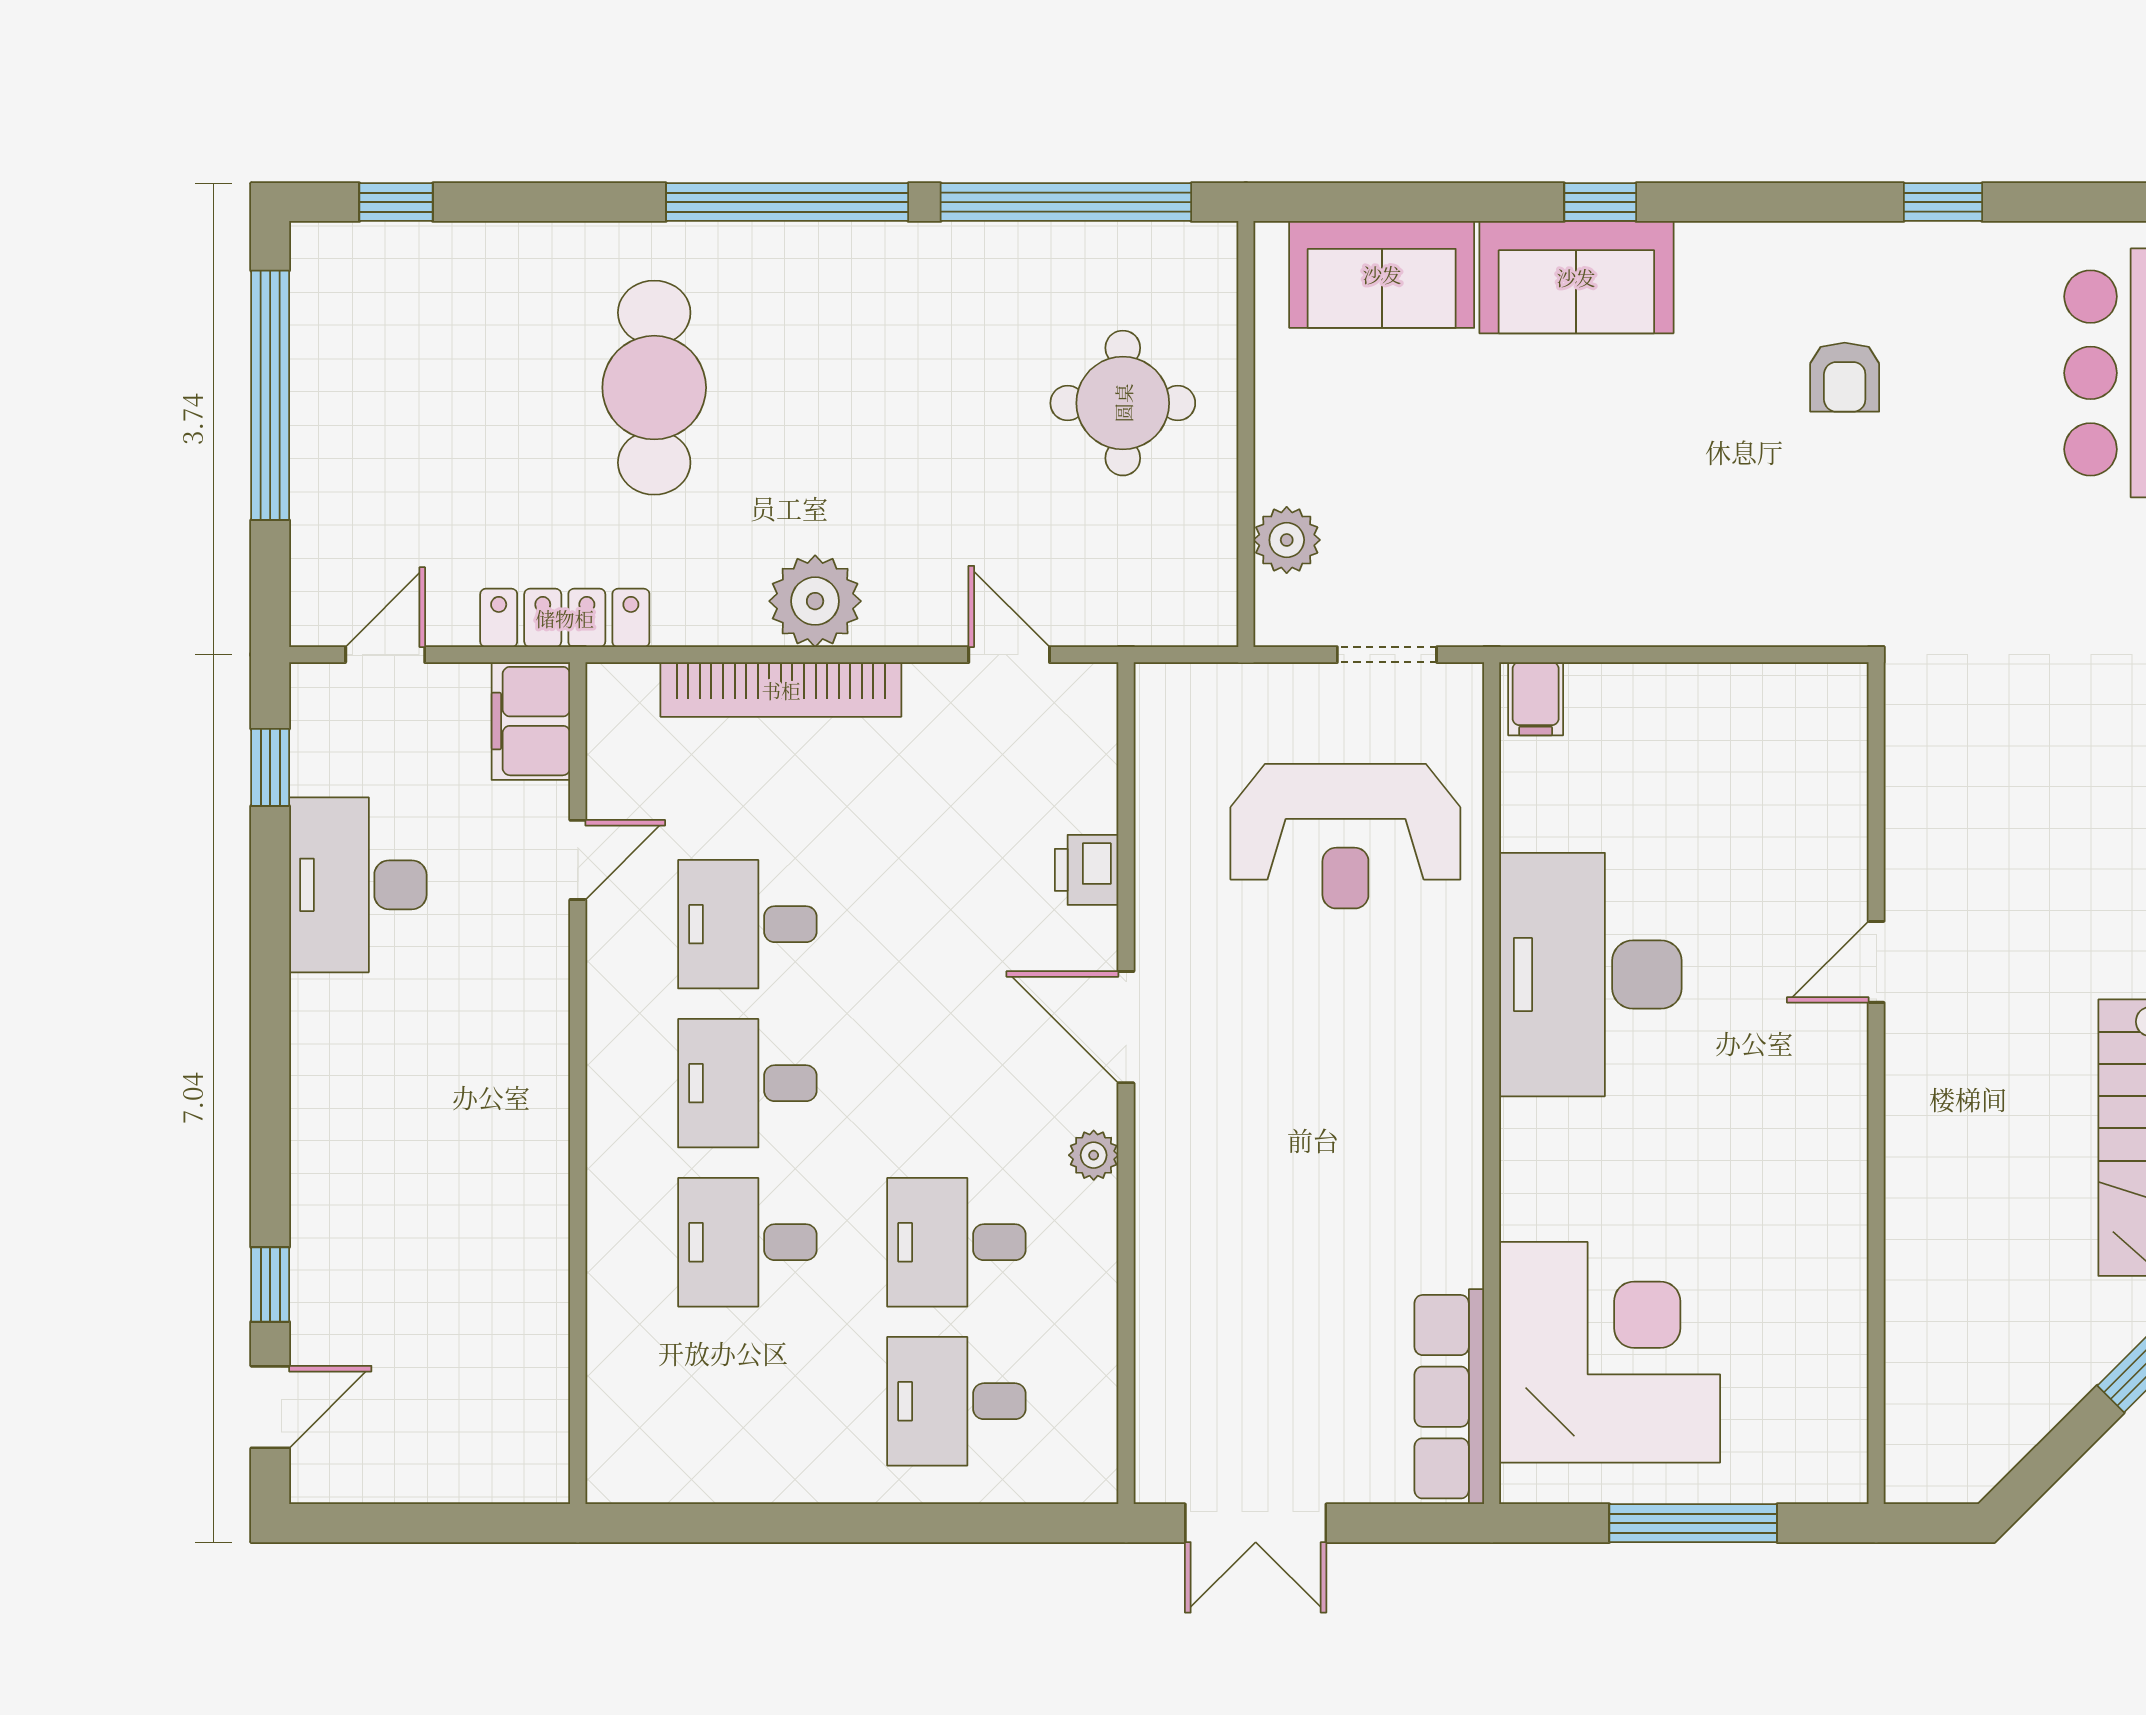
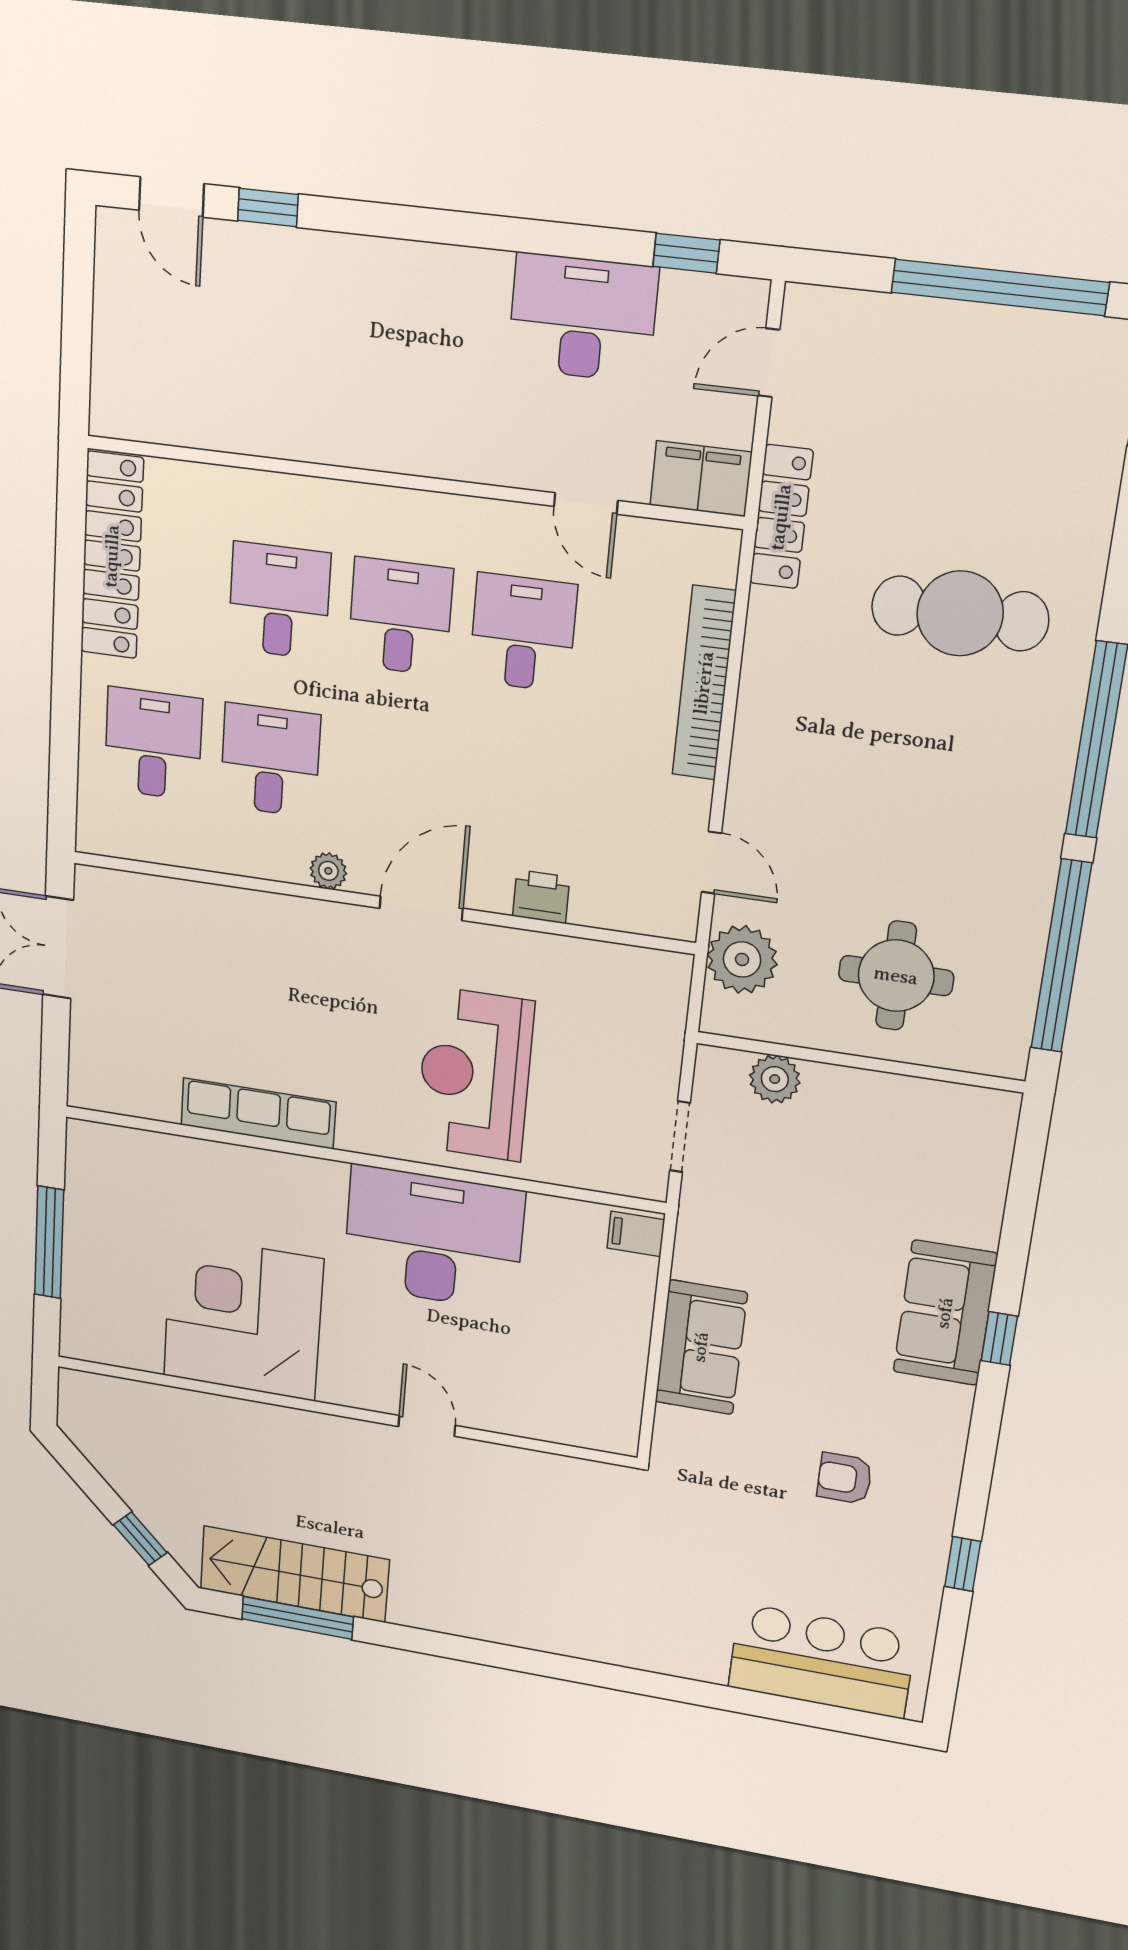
sofa: (1382, 274) -> (701, 1347), moved, turned 180
plant: (815, 601) -> (742, 959), moved
door: (385, 655) -> (769, 363), swing flipped
door: (1009, 655) -> (711, 863), hinge flipped
reception desk: (1345, 836) -> (475, 1074), moved
corner desk: (1610, 1352) -> (243, 1318), moved, turned 180
row of seats: (1449, 1397) -> (258, 1113), moved
locker: (717, 1467) -> (112, 556), added

